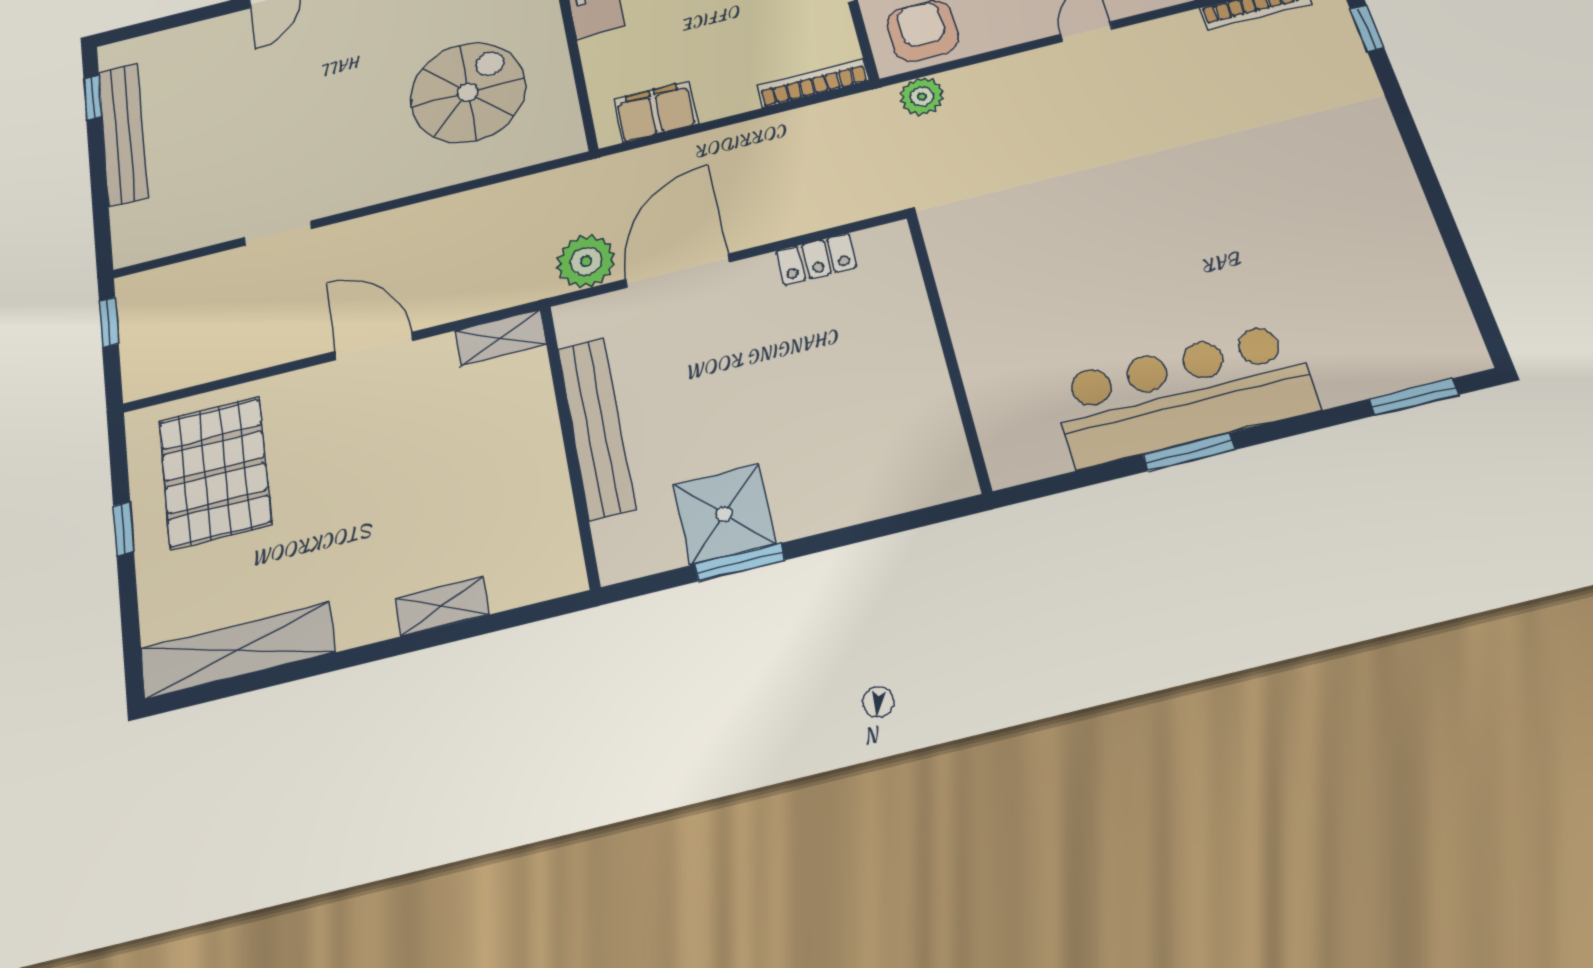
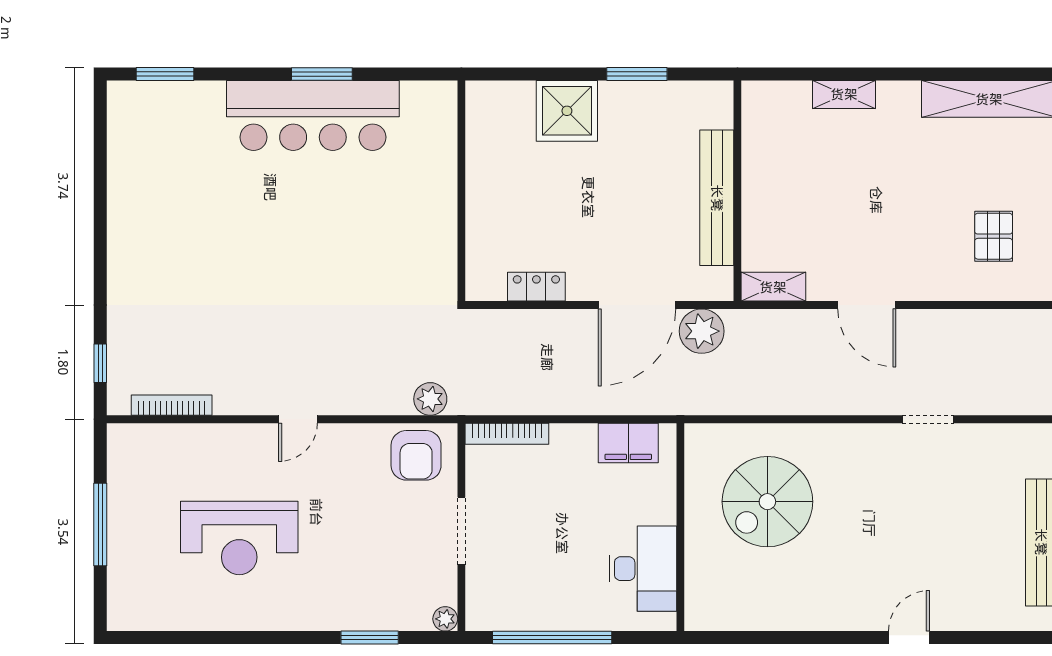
pallet: (215, 472) -> (994, 236), width x0.49, depth x0.50
shower: (724, 514) -> (567, 111), moved

